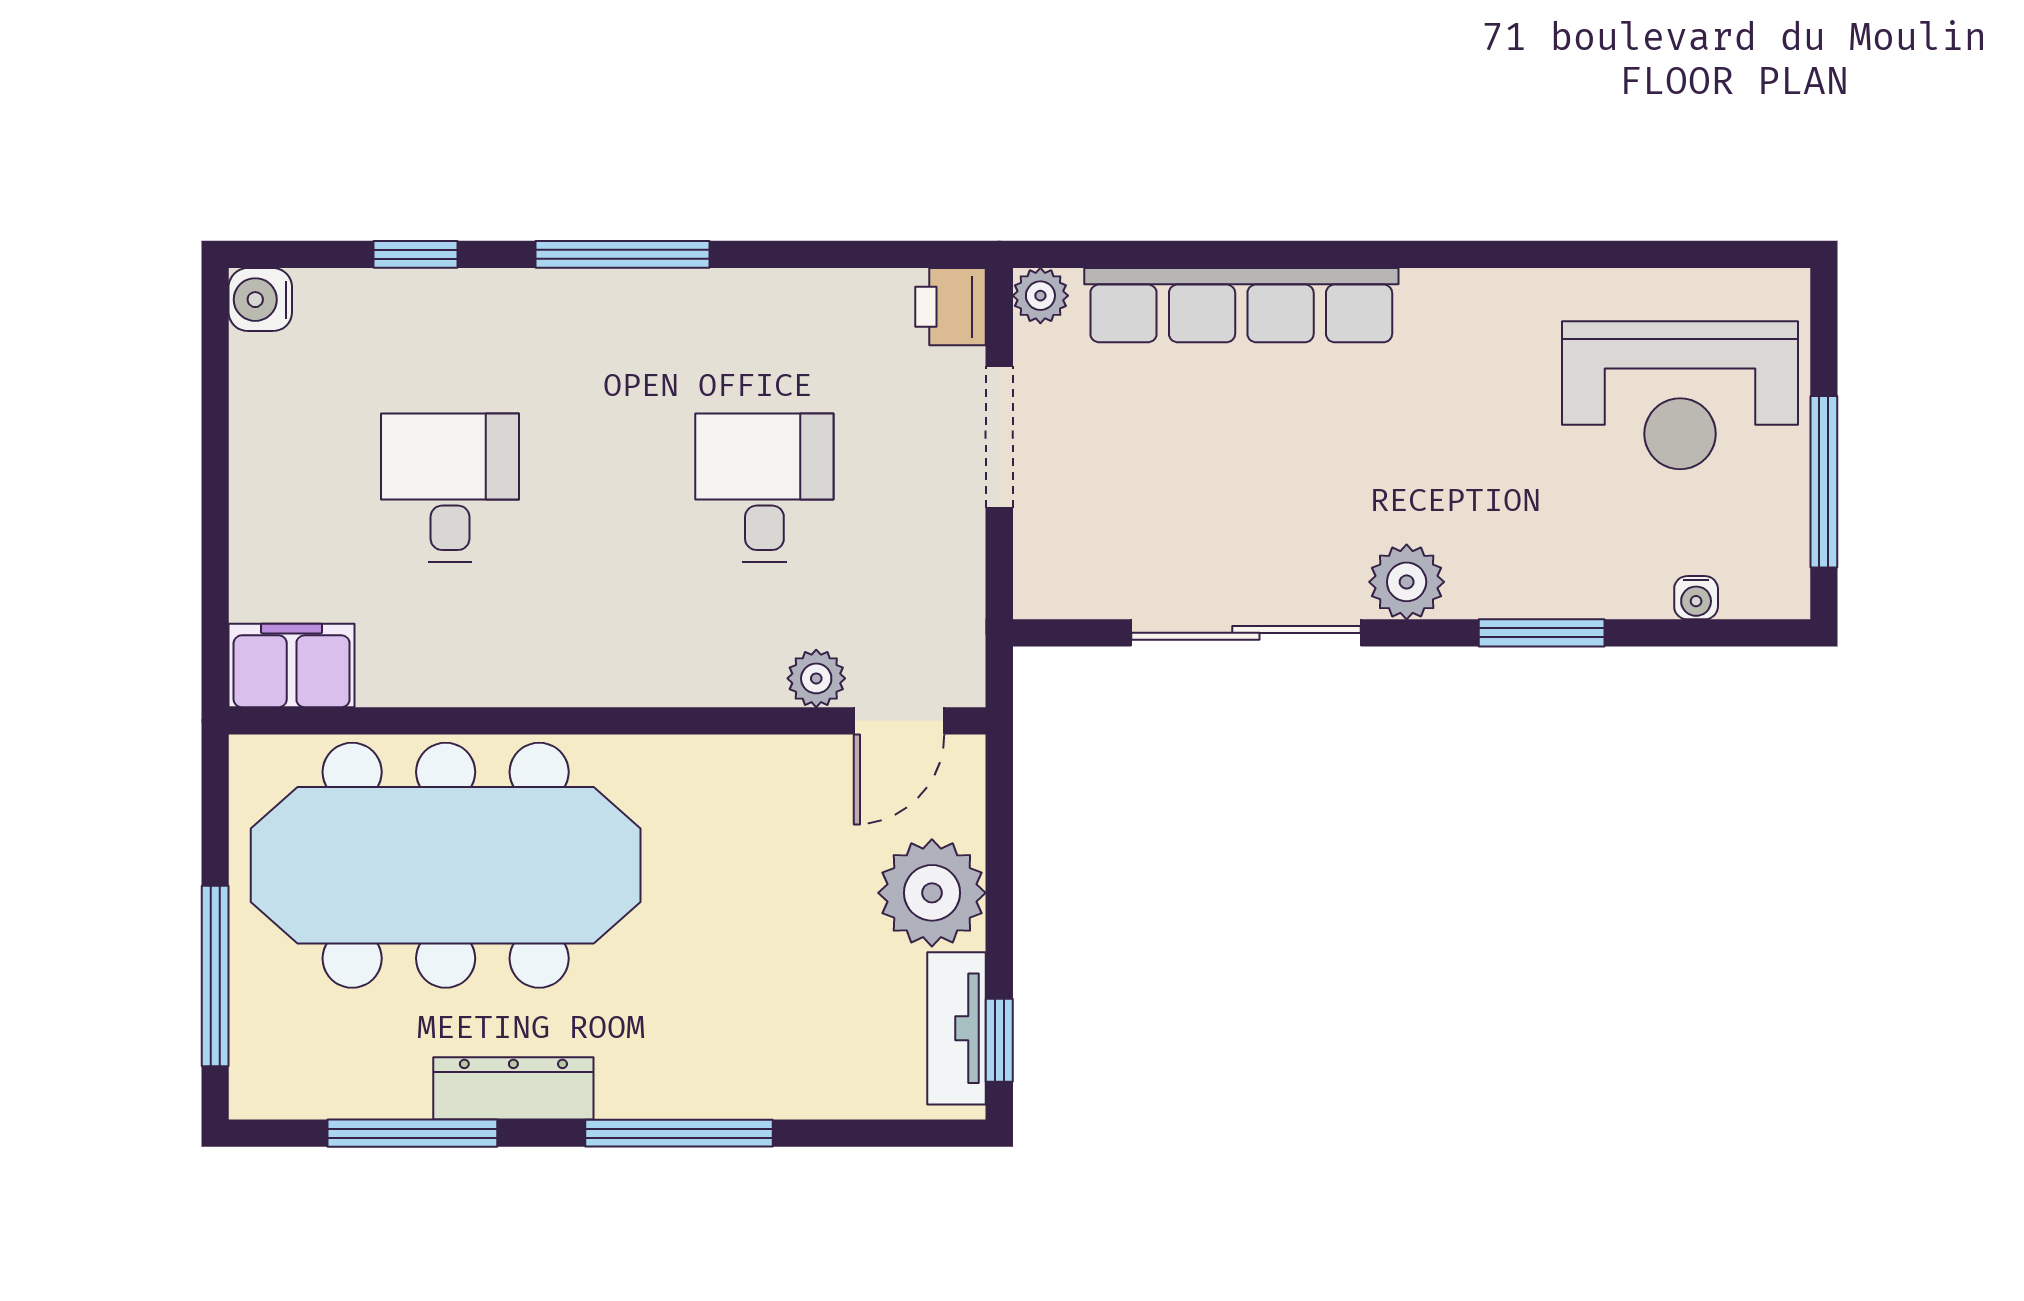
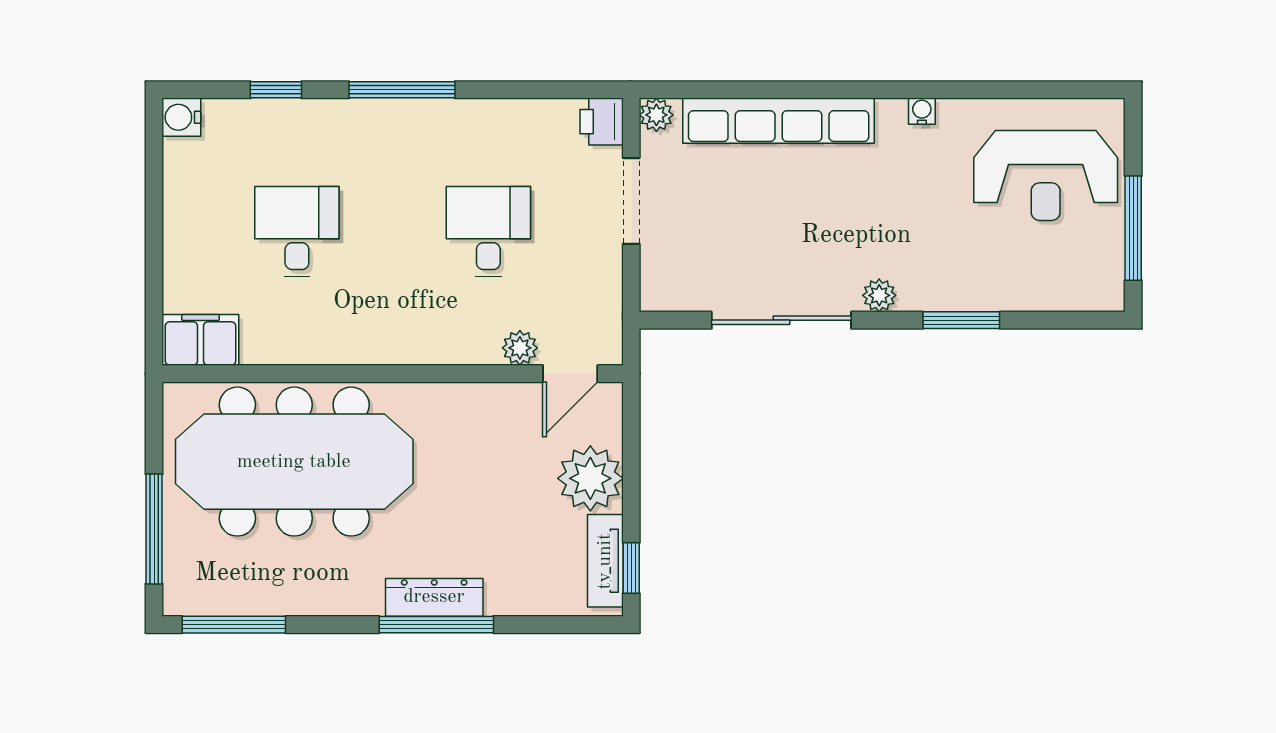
plant: (1407, 582) -> (879, 295), width x0.73, depth x0.73
water cooler: (1696, 598) -> (922, 111), moved, turned 180
dresser: (513, 1088) -> (434, 597), moved
window: (412, 1133) -> (234, 625), moved

